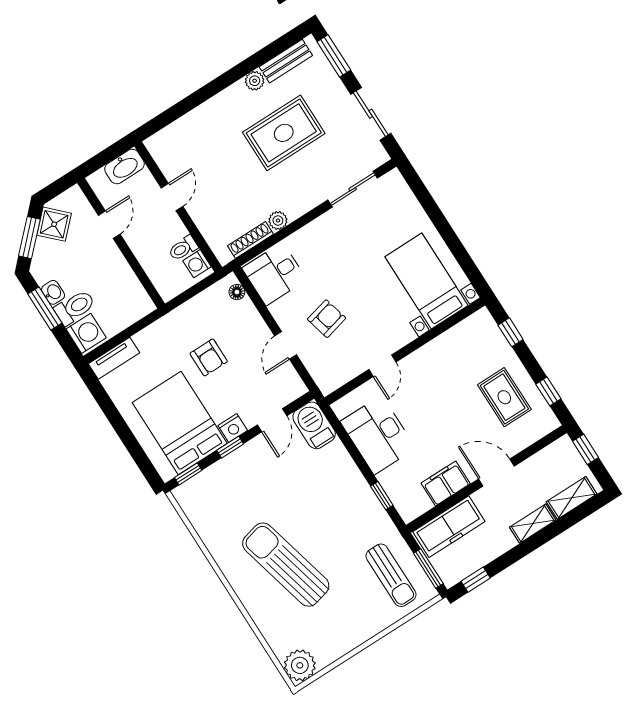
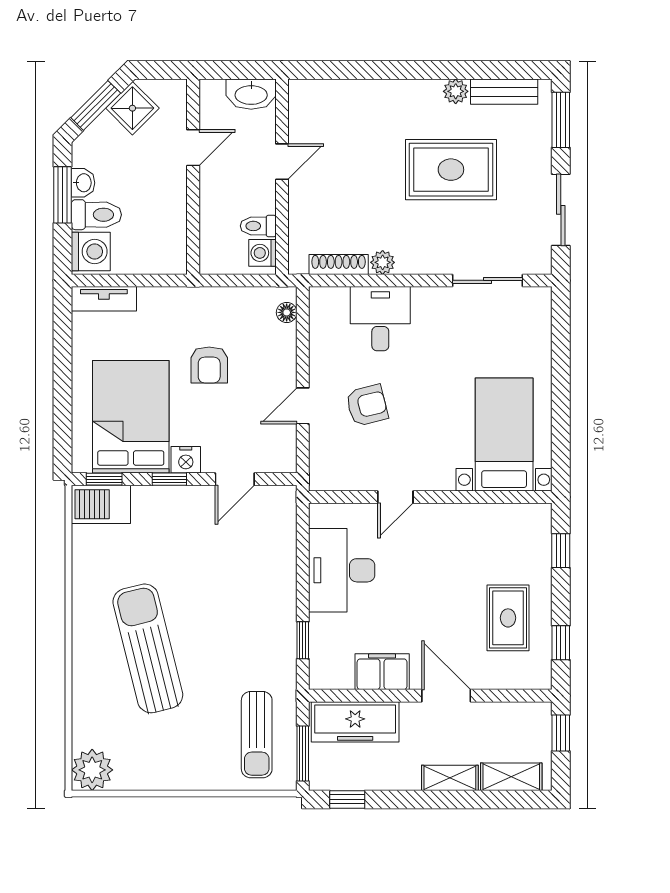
desk: (274, 274) -> (380, 319), moved, turned 90
barbecue: (314, 425) -> (101, 504), moved, turned -90

